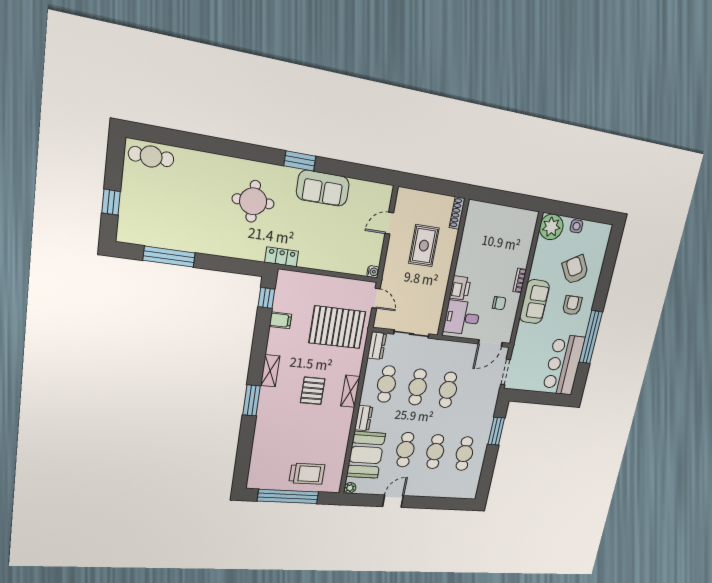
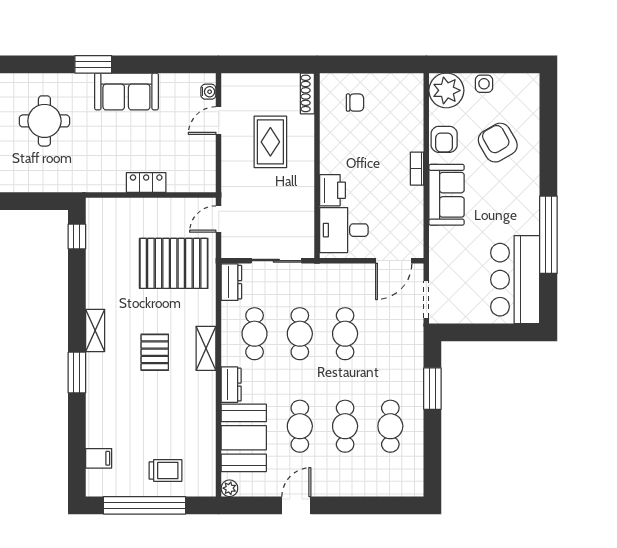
locker: (282, 257) -> (146, 182), moved
water cooler: (373, 272) -> (208, 92), moved
door: (376, 298) -> (219, 219), swing flipped
chair: (499, 303) -> (355, 103), moved
armchair: (572, 305) -> (444, 139), moved, turned 180
filing cabinet: (280, 320) -> (99, 458), moved
trolley: (307, 474) -> (166, 471), width x0.73, depth x0.72

